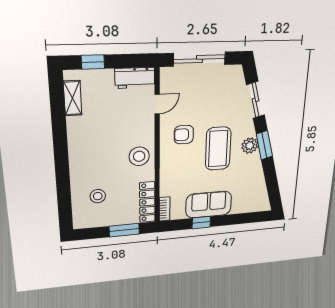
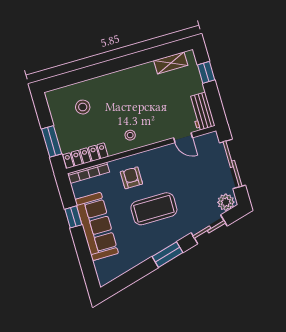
armchair: (184, 135) -> (131, 178), moved
plant: (250, 146) -> (226, 202), moved
stool: (139, 156) -> (130, 135), width x0.53, depth x0.53
sofa: (209, 205) -> (97, 226), width x1.36
bookcase: (165, 209) -> (88, 173), width x1.56

